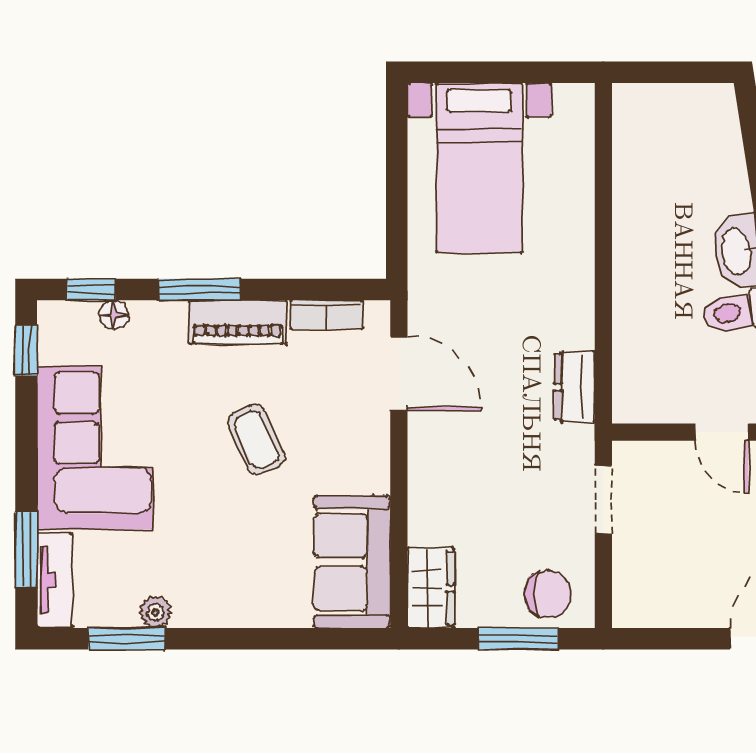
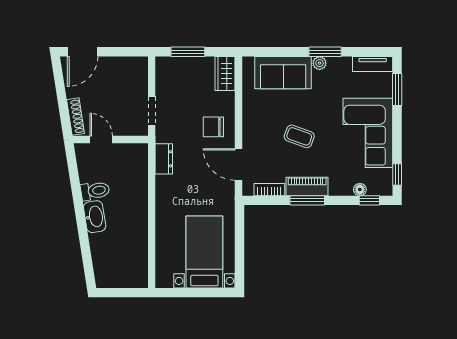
window: (199, 290) -> (307, 200), moved
coffee table: (256, 440) -> (299, 136), turned -45
sofa: (352, 562) -> (283, 73), moved, turned 90
tv unit: (55, 580) -> (373, 64), moved, turned -90
chair: (548, 594) -> (213, 127), moved
plant: (156, 612) -> (320, 63), moved
window: (126, 639) -> (325, 52), moved

